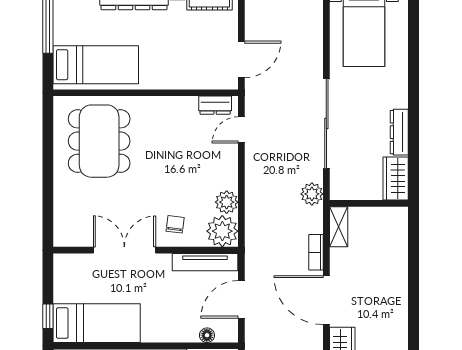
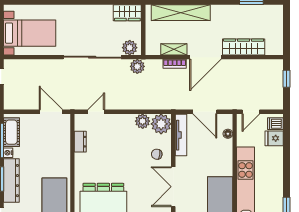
dresser: (215, 105) -> (80, 142), moved
door: (241, 130) -> (96, 112), swing flipped
dresser: (399, 132) -> (98, 10), removed
plant: (341, 182) -> (130, 48), added
shelving: (339, 227) -> (174, 49), moved
shelving: (396, 262) -> (181, 13), added

